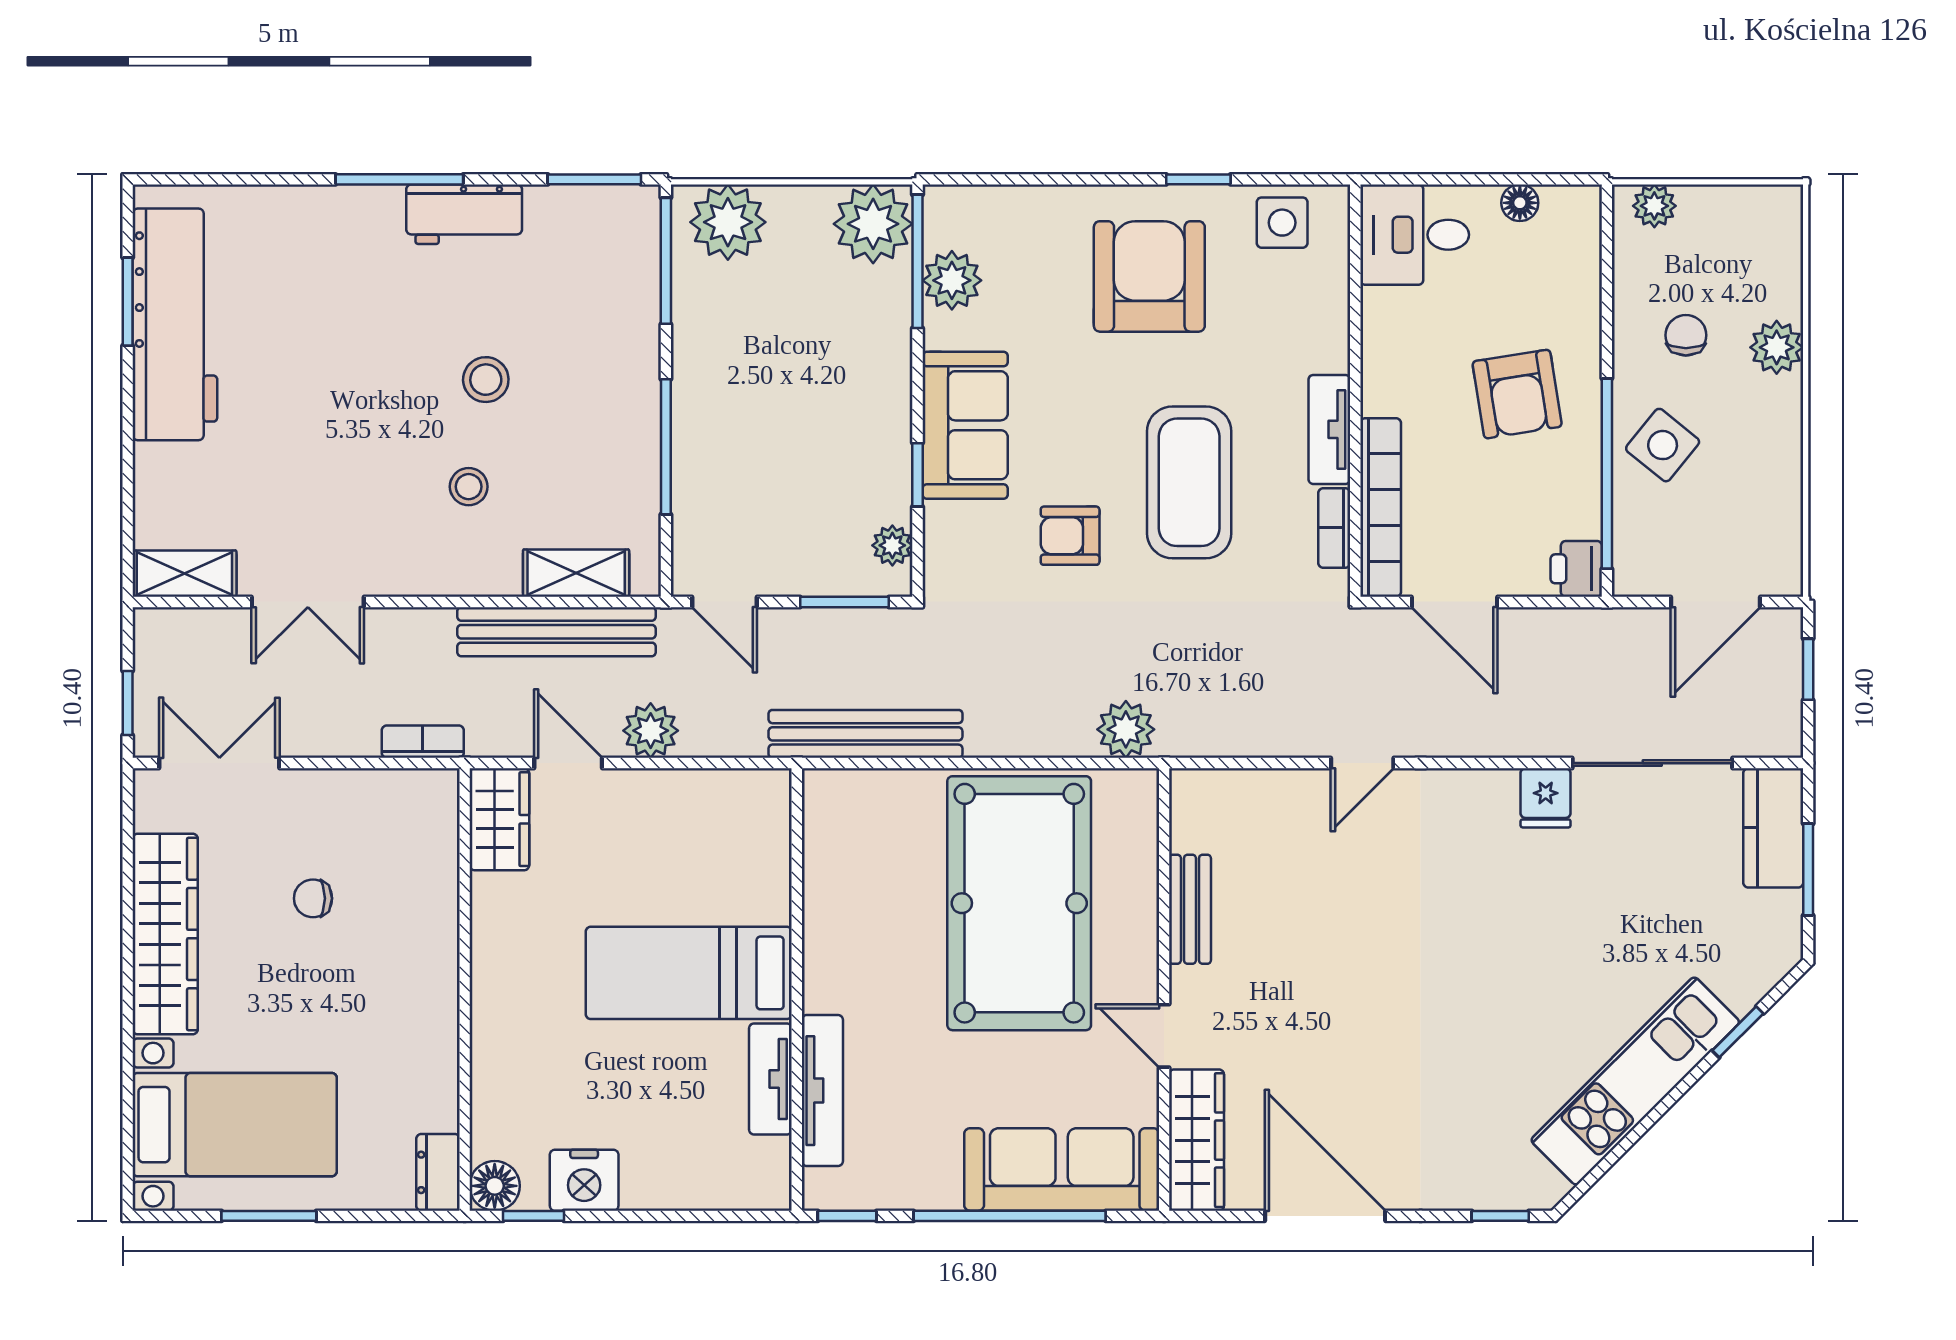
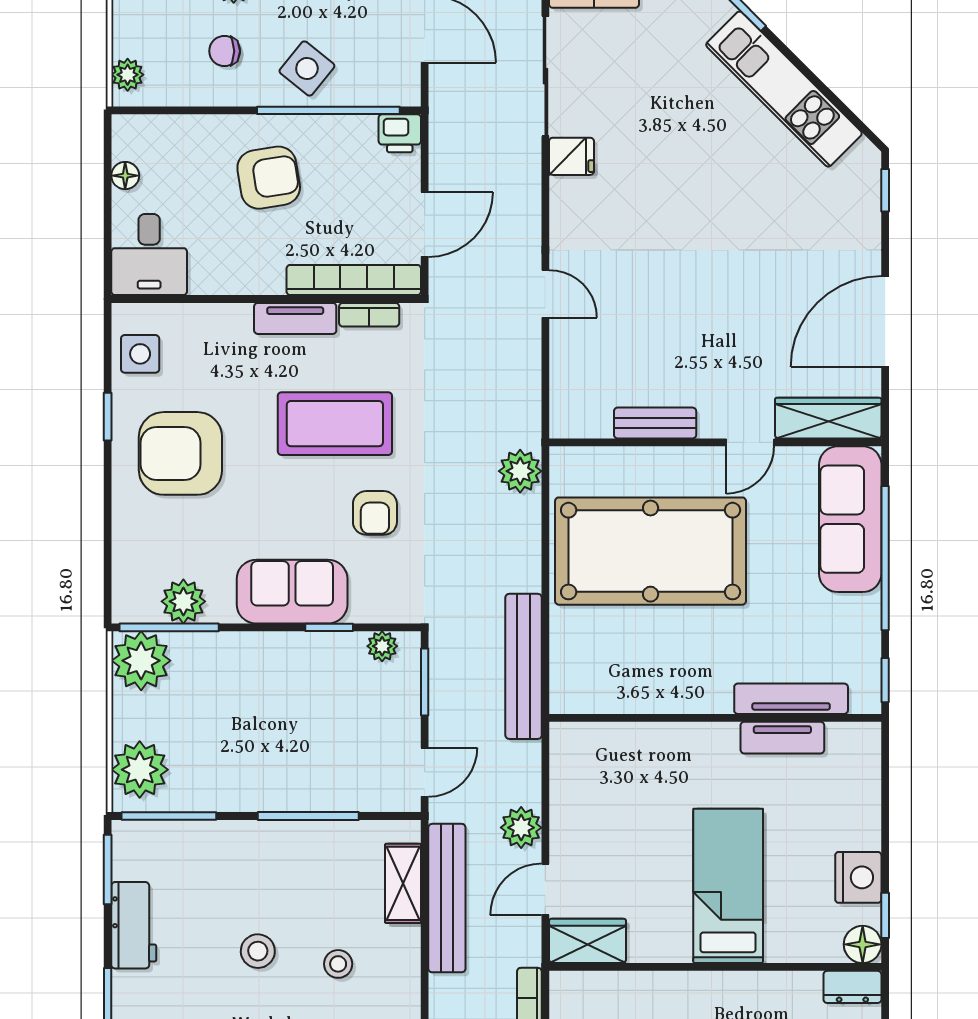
workbench: (464, 214) -> (134, 925), moved
bed: (689, 973) -> (728, 886), moved, turned 180

